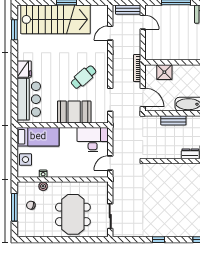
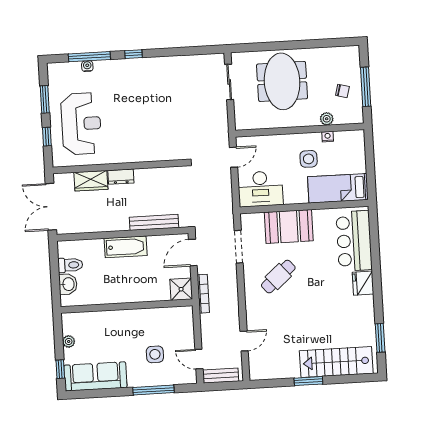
stairs: (55, 19) -> (336, 362), width x0.73, depth x0.66
side table: (174, 27) -> (155, 354), added
shower: (164, 72) -> (181, 289), moved
door: (143, 97) -> (193, 253), hinge flipped
bench: (173, 120) -> (154, 222), width x1.36
side table: (25, 160) -> (309, 159), moved
window: (158, 240) -> (134, 54), moved

